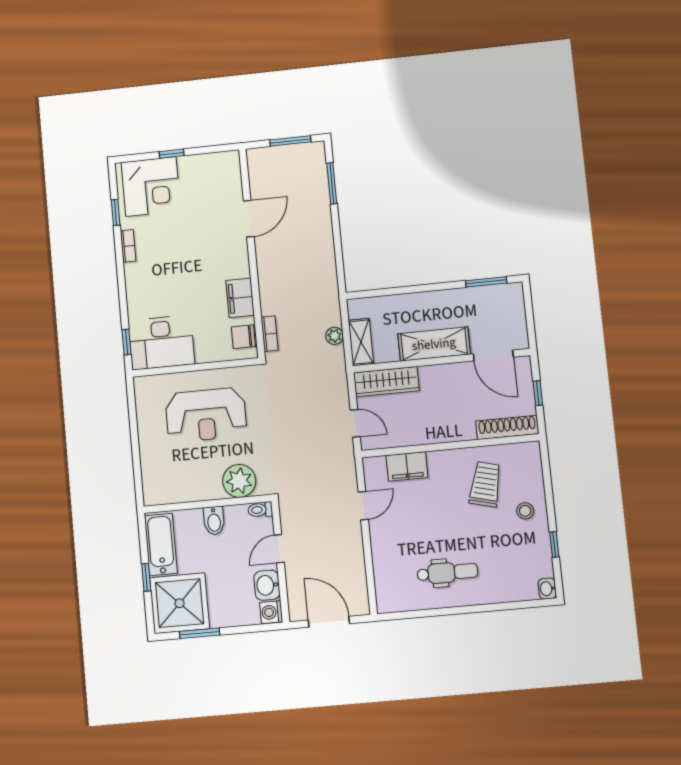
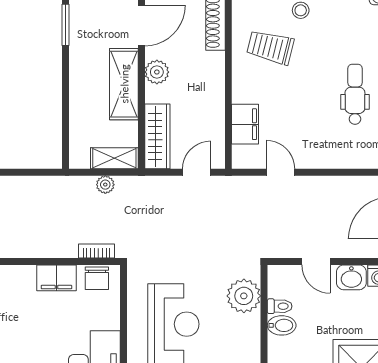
plant: (449, 375) -> (157, 72), added
toilet: (260, 510) -> (280, 306), moved, turned -90

